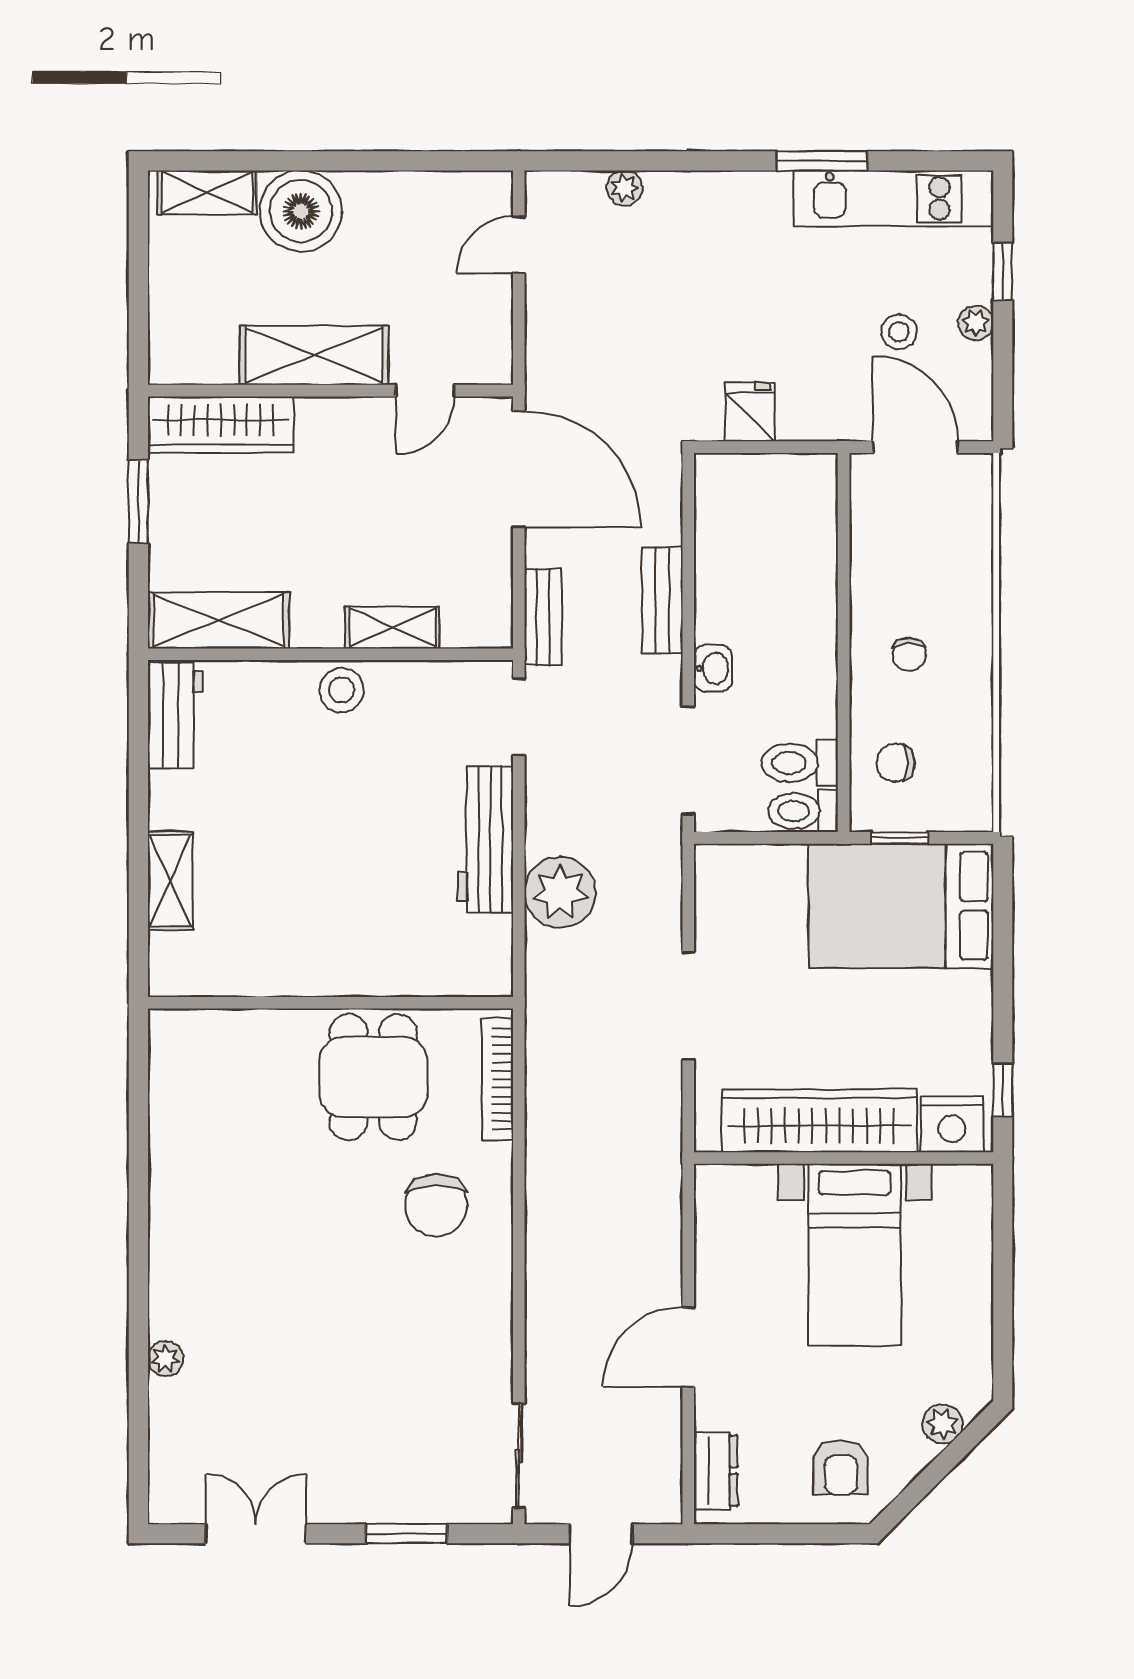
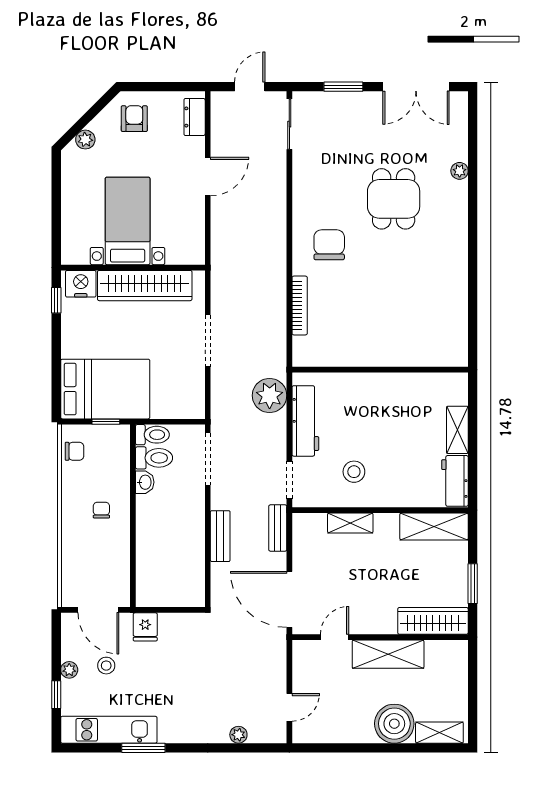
fridge: (750, 412) -> (145, 627), moved
washbasin: (713, 668) -> (145, 482), moved, turned 180
stool: (341, 690) -> (354, 472), moved
chair: (896, 763) -> (74, 451), moved
shelving: (170, 881) -> (457, 430), moved
wall: (330, 1003) -> (380, 370), moved
dining table: (373, 1077) -> (394, 199), moved
double door: (256, 1534) -> (416, 87), width x1.37

